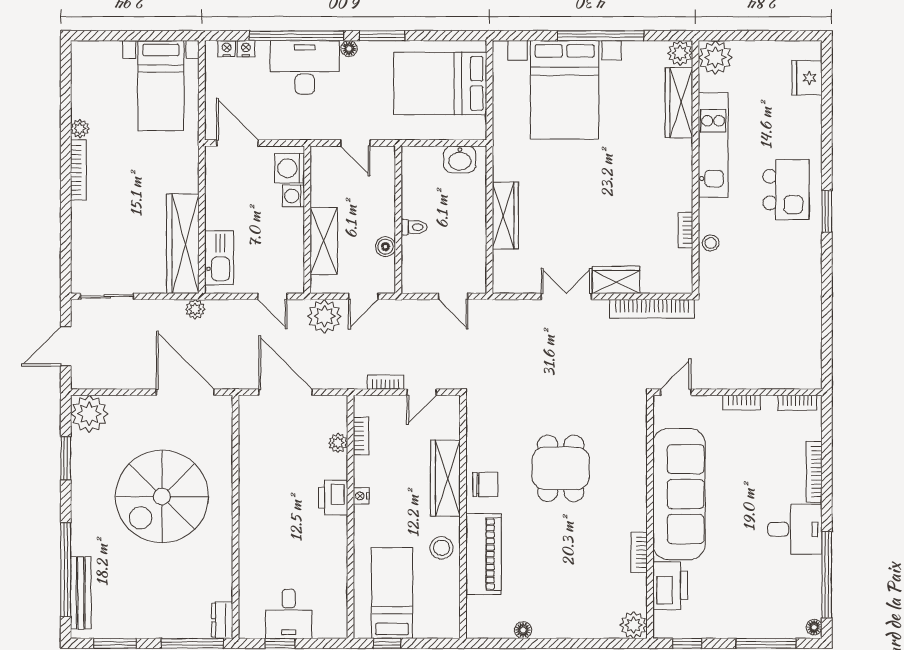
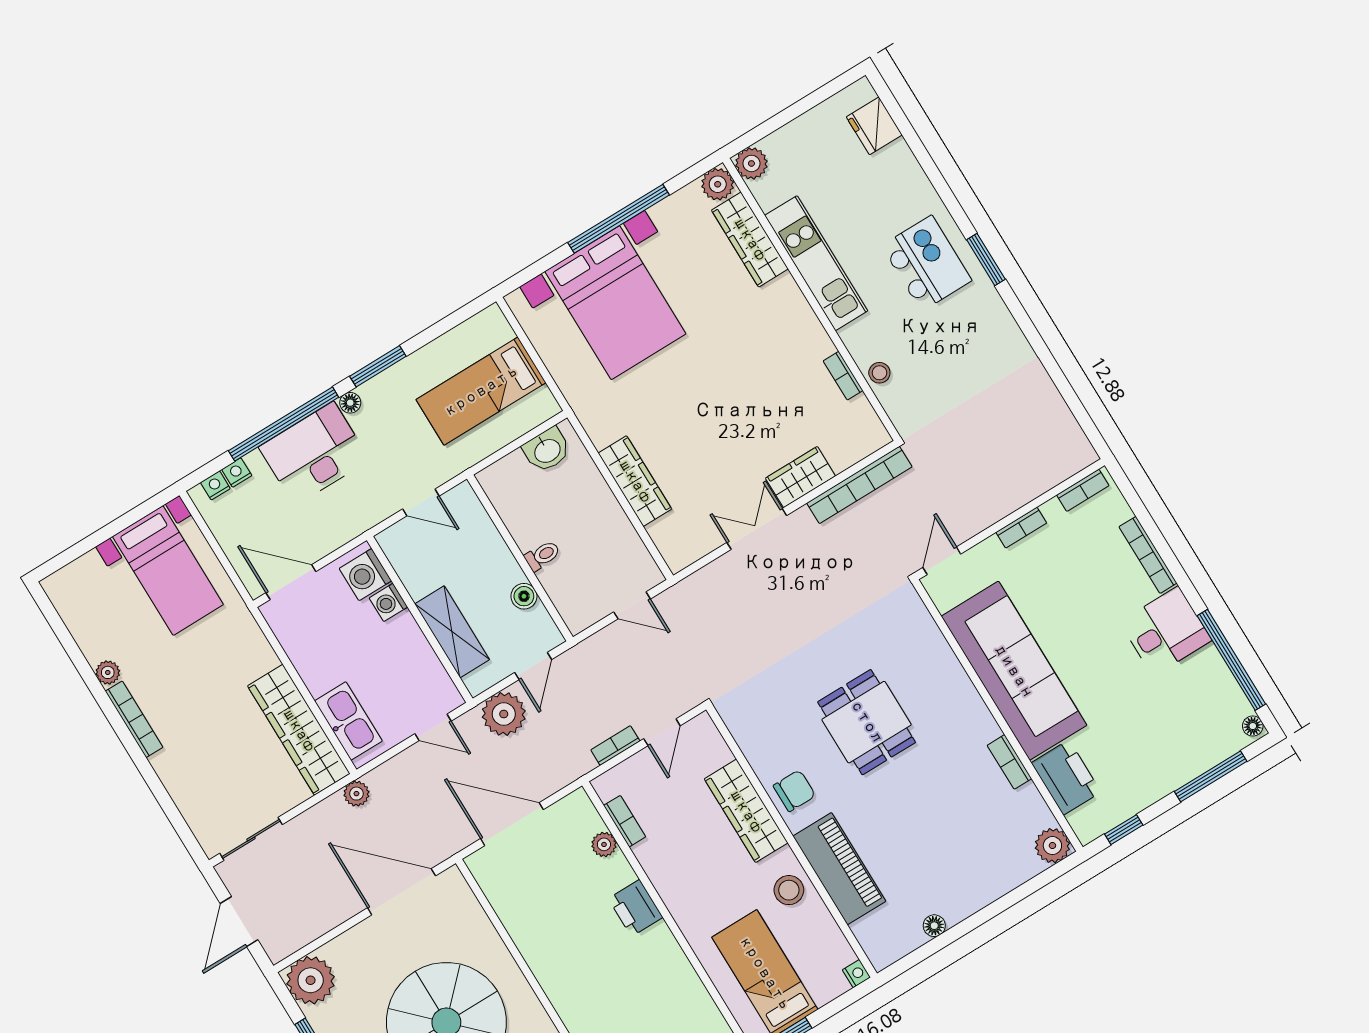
plant: (715, 57) -> (751, 163), width x0.73, depth x0.73
bed: (440, 83) -> (481, 391), width x0.67
nightstand: (361, 496) -> (856, 974), moved, turned 180

